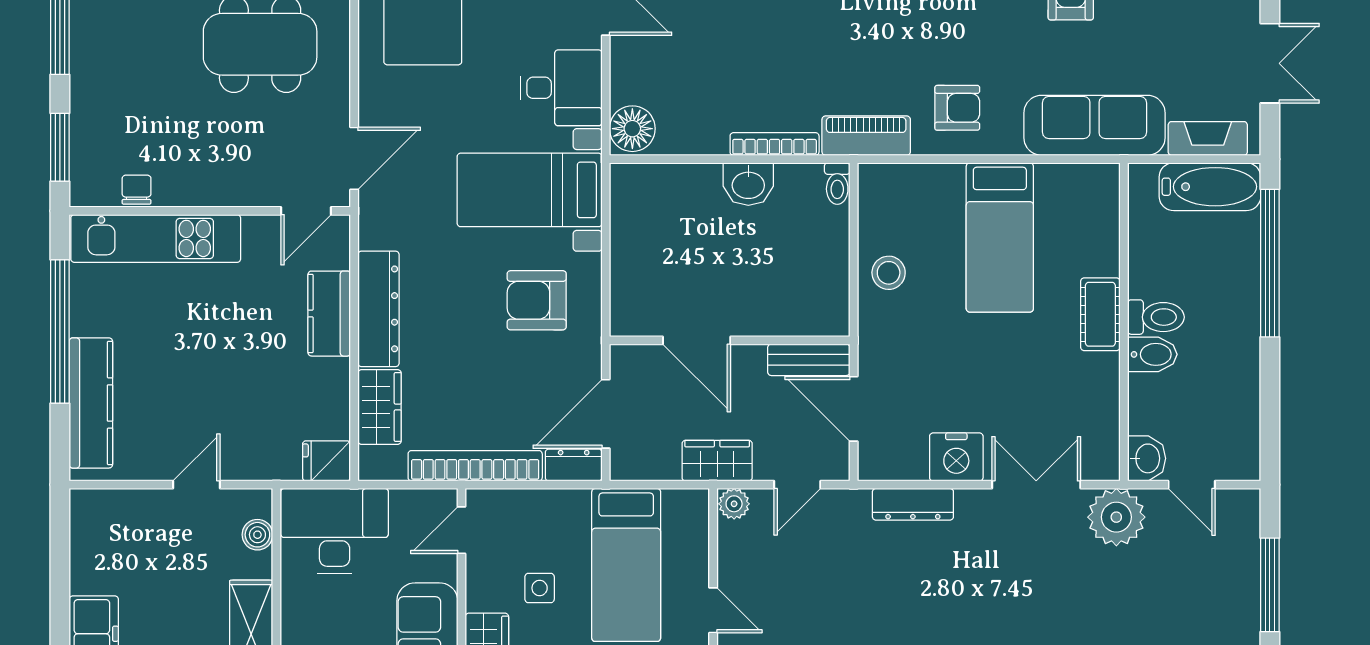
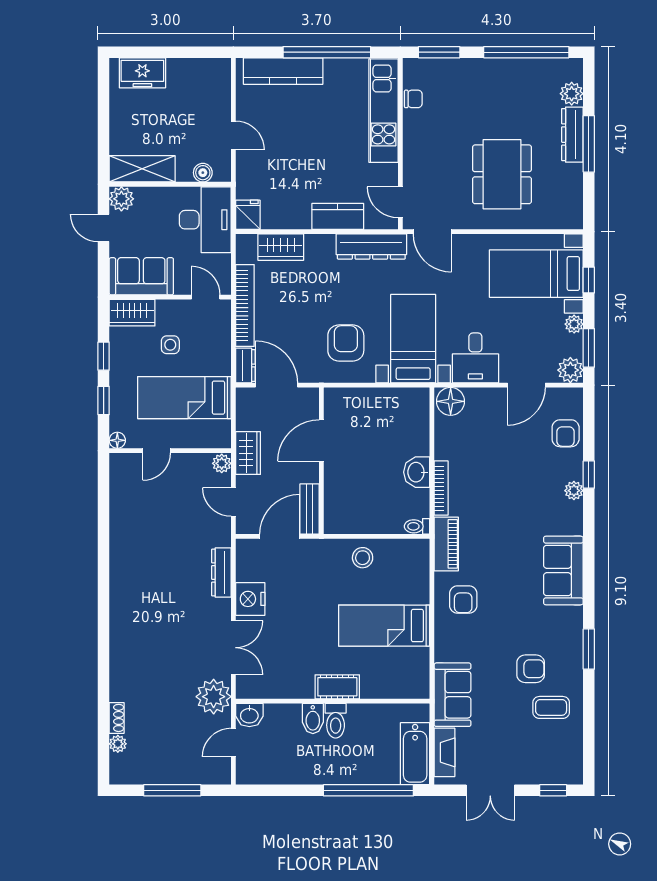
sofa: (1094, 125) -> (453, 695), width x0.73
dresser: (378, 309) -> (371, 246), moved

